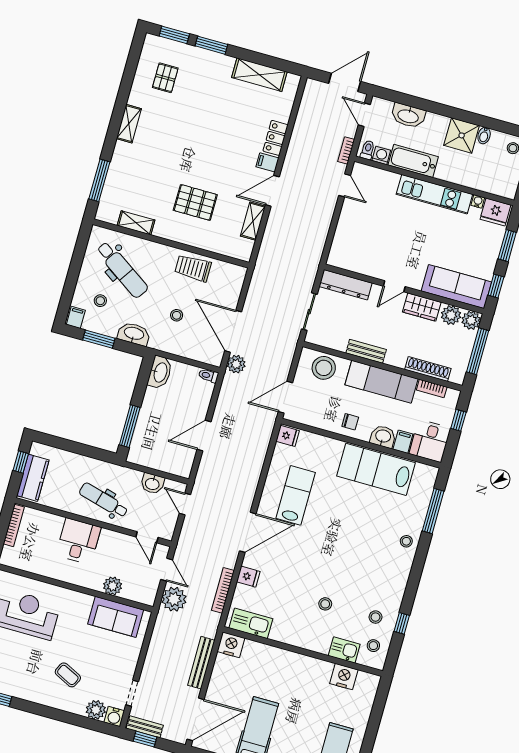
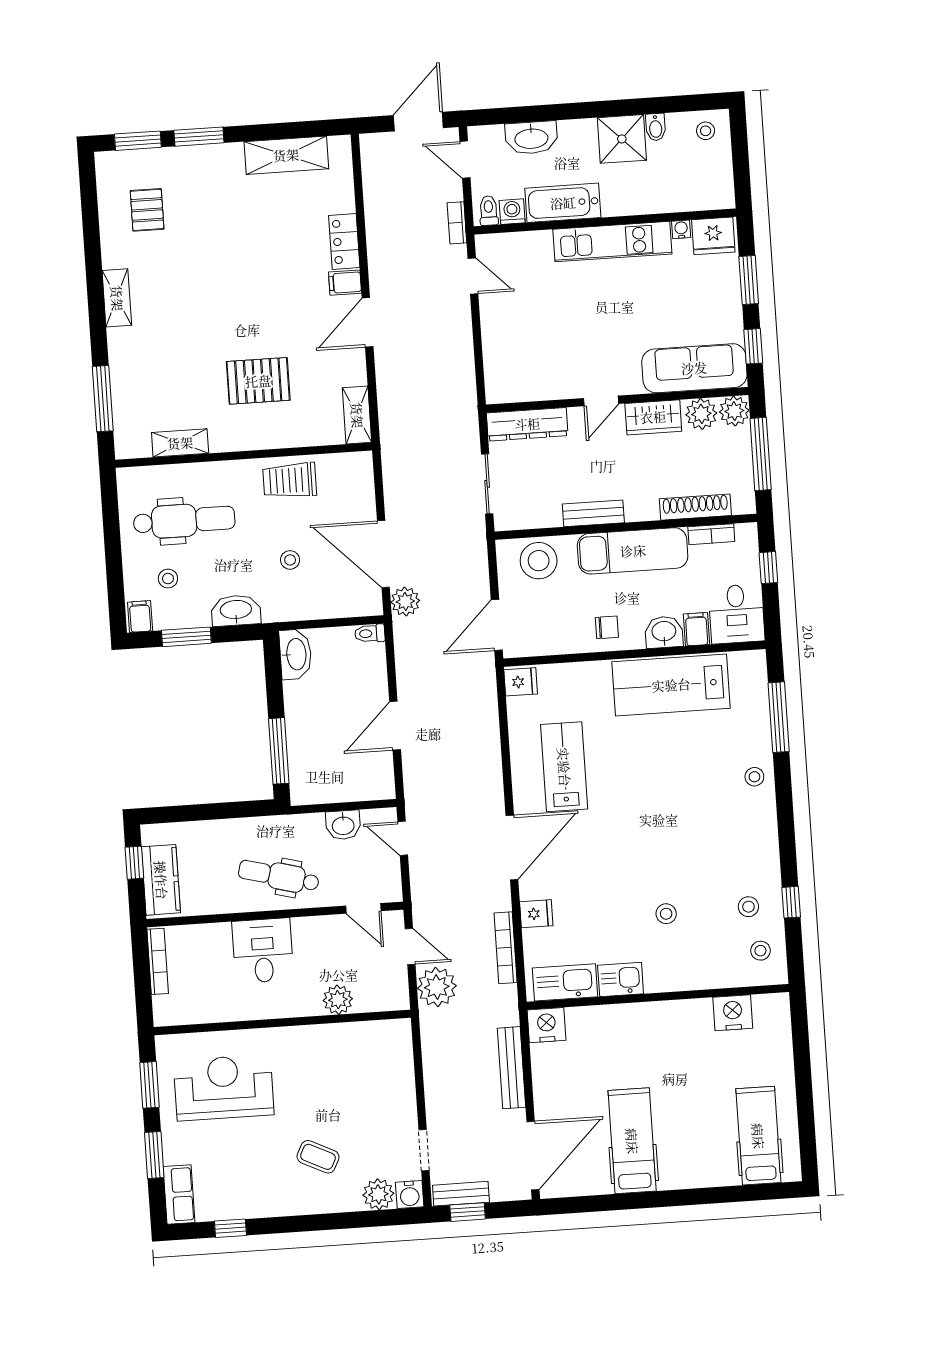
shelving: (253, 221) -> (357, 415), moved
dental chair: (122, 270) -> (184, 521), turned -34
sofa: (116, 617) -> (359, 1044), removed
kitchen sink: (344, 650) -> (621, 979), moved

